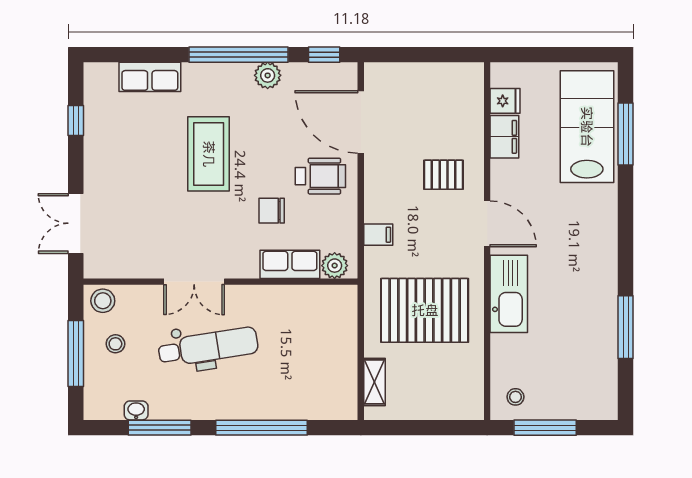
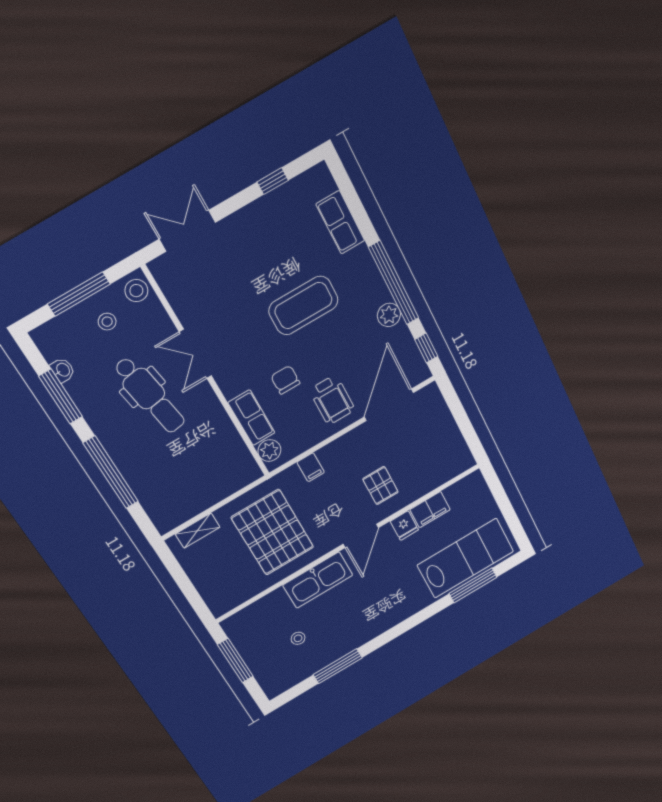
fridge: (505, 101) -> (404, 526), moved
stool: (515, 397) -> (298, 638), moved

